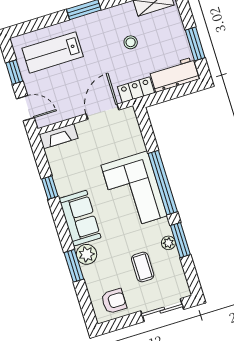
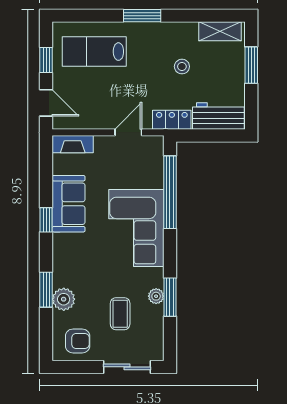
window: (195, 44) -> (251, 65), moved
door: (103, 112) -> (128, 132), width x0.73
window: (163, 183) -> (170, 192), moved
window: (50, 188) -> (46, 220), moved
sofa: (80, 218) -> (69, 204), moved
plant: (87, 254) -> (64, 299), moved

